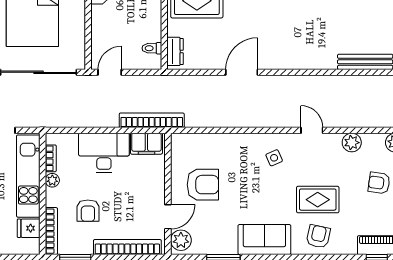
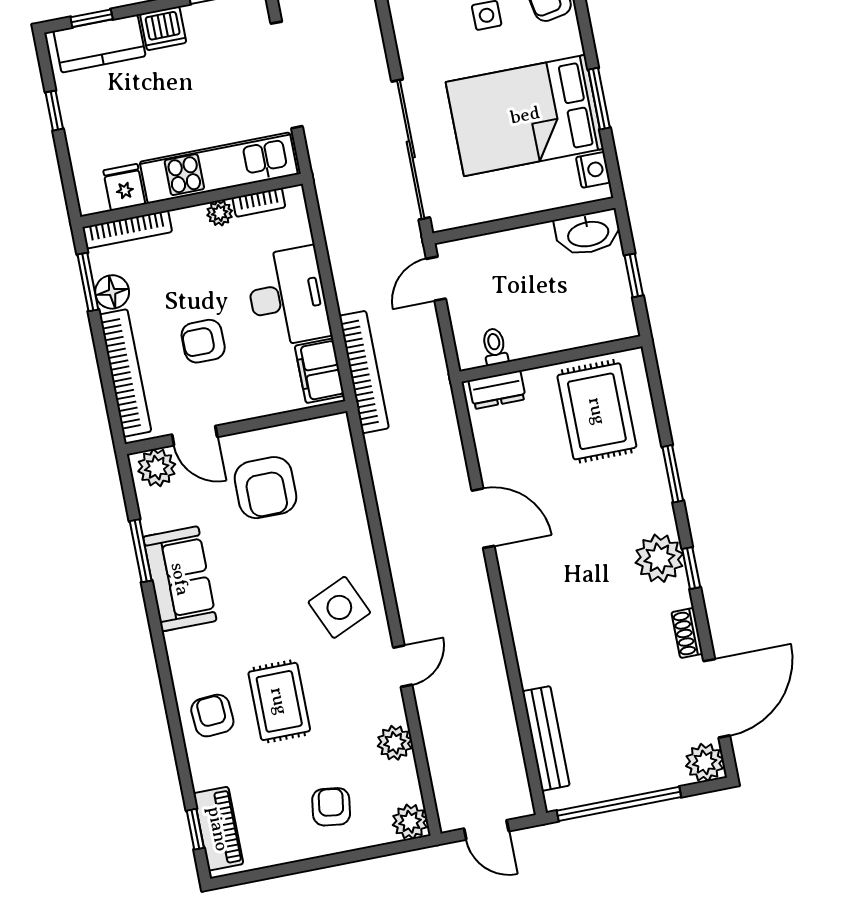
door: (110, 72) -> (436, 279), swing flipped
side table: (274, 158) -> (339, 607), width x1.87, depth x1.87
armchair: (88, 211) -> (203, 341), moved
armchair: (318, 236) -> (212, 716), turned -106
sofa: (264, 240) -> (180, 579), moved
floor lamp: (83, 246) -> (112, 292), added

